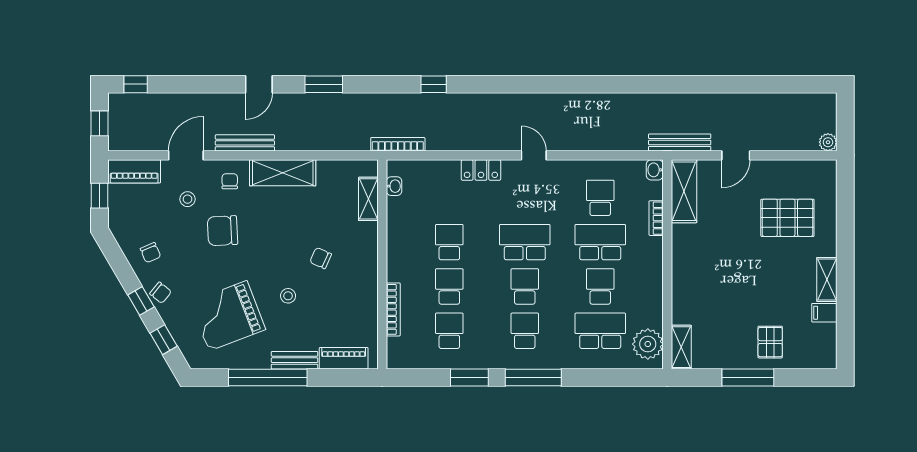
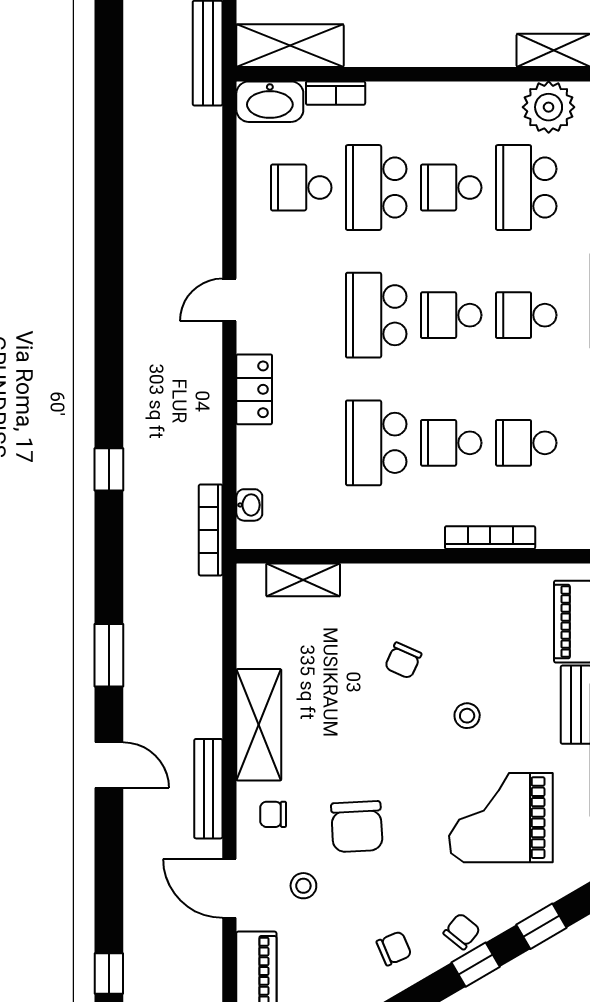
washbasin: (655, 170) -> (270, 102), width x1.91, depth x1.45
washbasin: (394, 186) -> (249, 505), moved, turned 90
school desk: (449, 242) -> (376, 443), width x1.85
grand piano: (228, 316) -> (501, 818), turned 111

